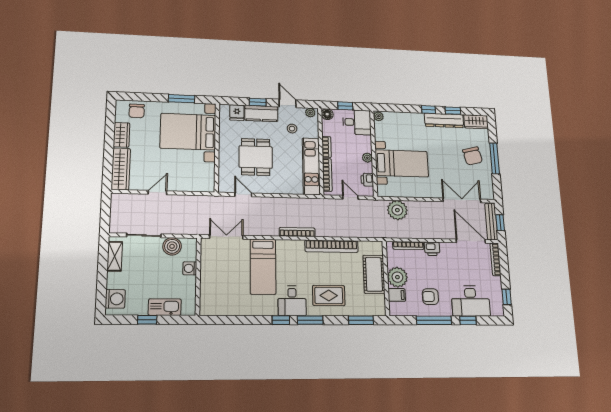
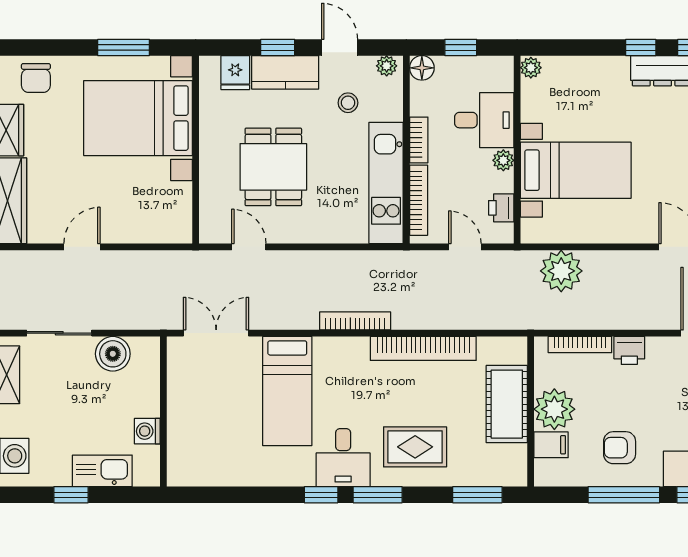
desk: (357, 122) -> (484, 120), moved
washing machine: (190, 268) -> (147, 431), moved

